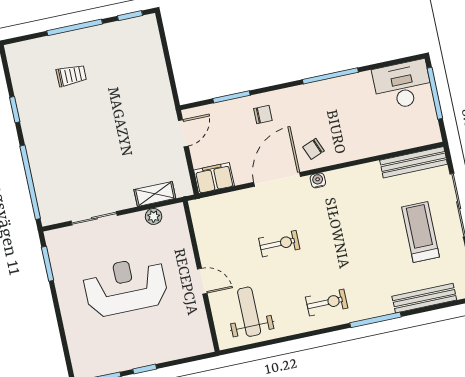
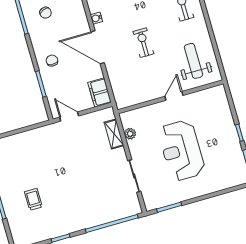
chair: (314, 149) -> (46, 13), moved
weight bench: (249, 312) -> (193, 61), turned 90

